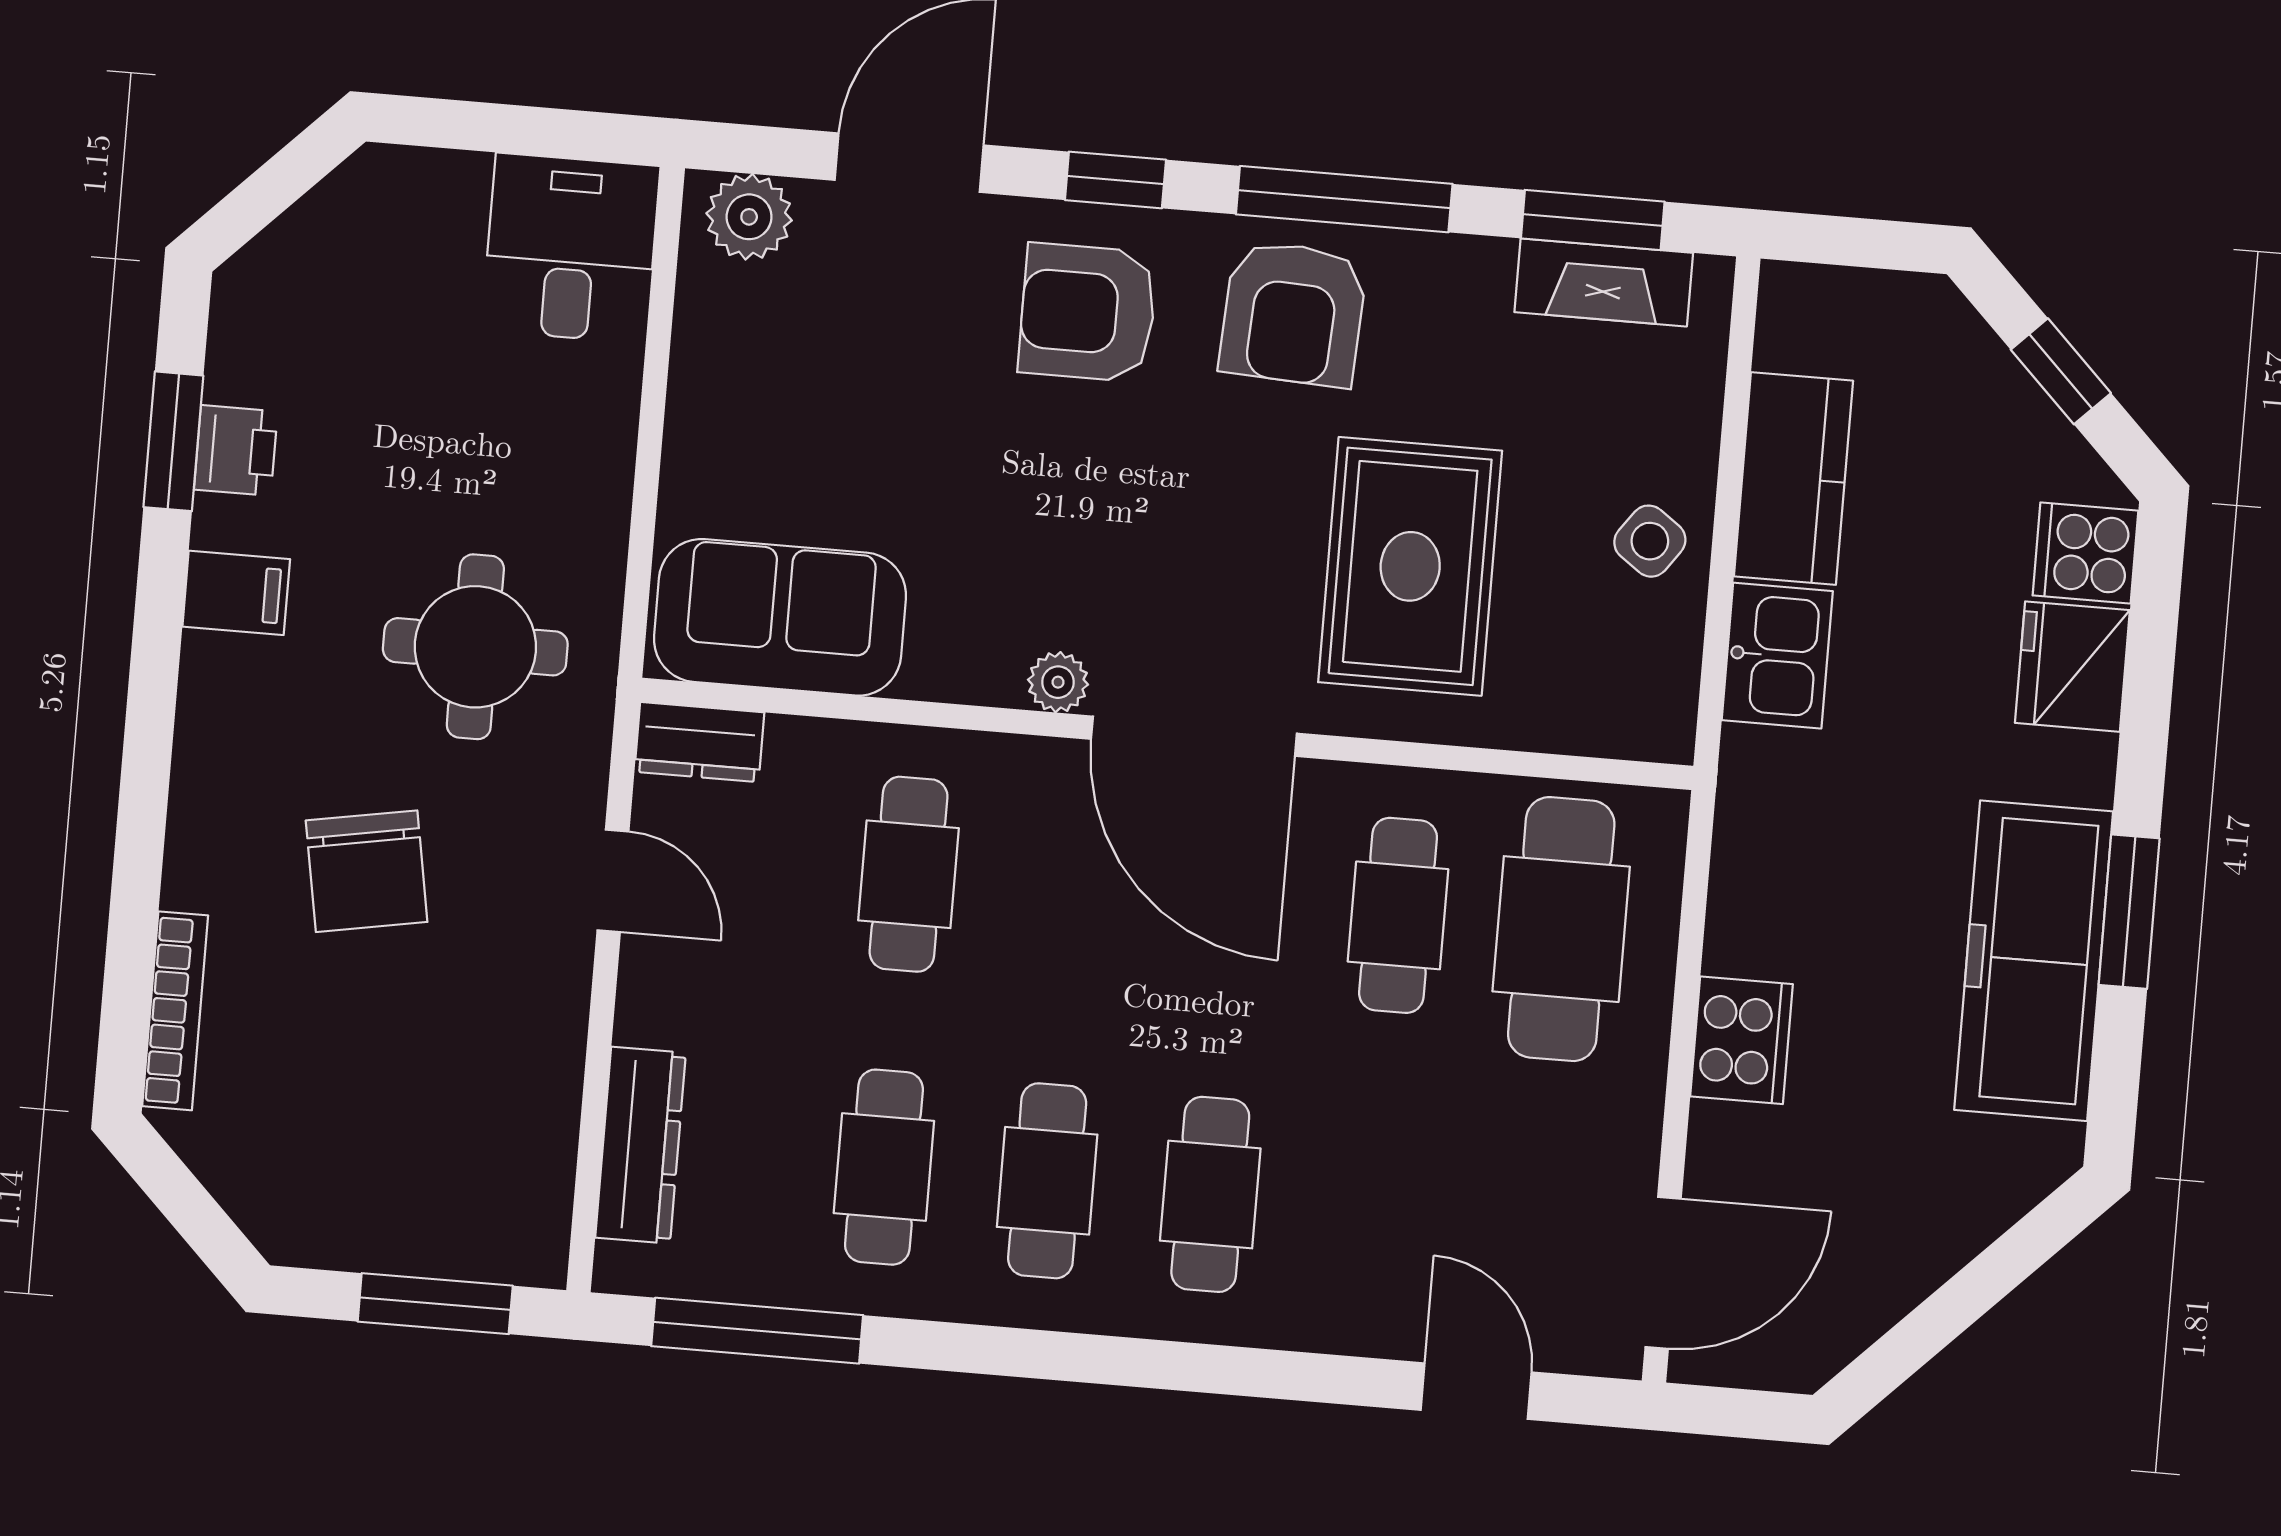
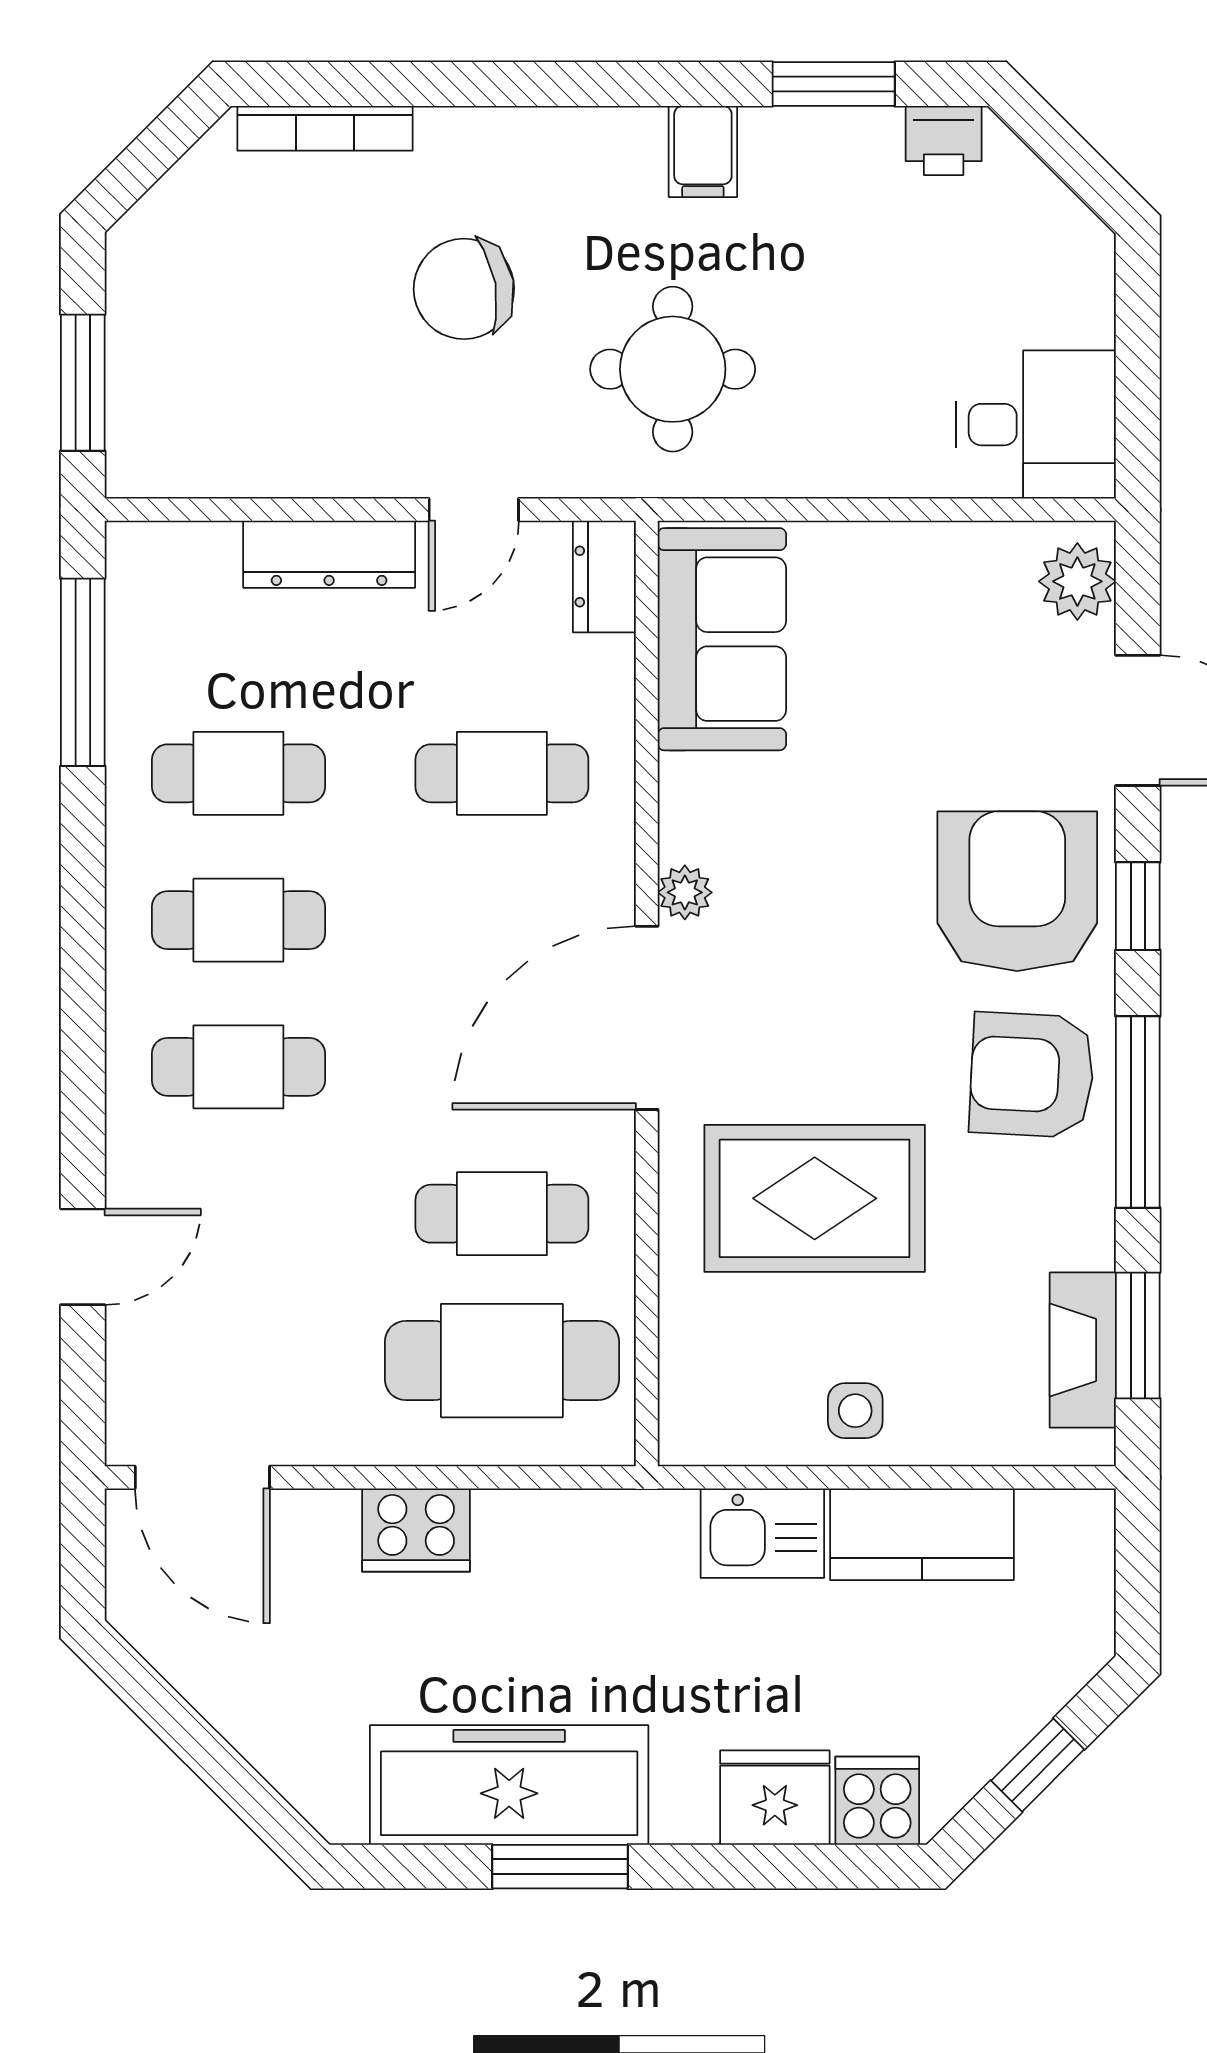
armchair: (1088, 313) -> (1017, 891), width x1.36, depth x1.36
printer: (236, 450) -> (944, 140), moved
side table: (1650, 541) -> (855, 1411), turned -36
dresser: (641, 1145) -> (329, 554), moved
door: (1476, 1391) -> (83, 1257), moved

